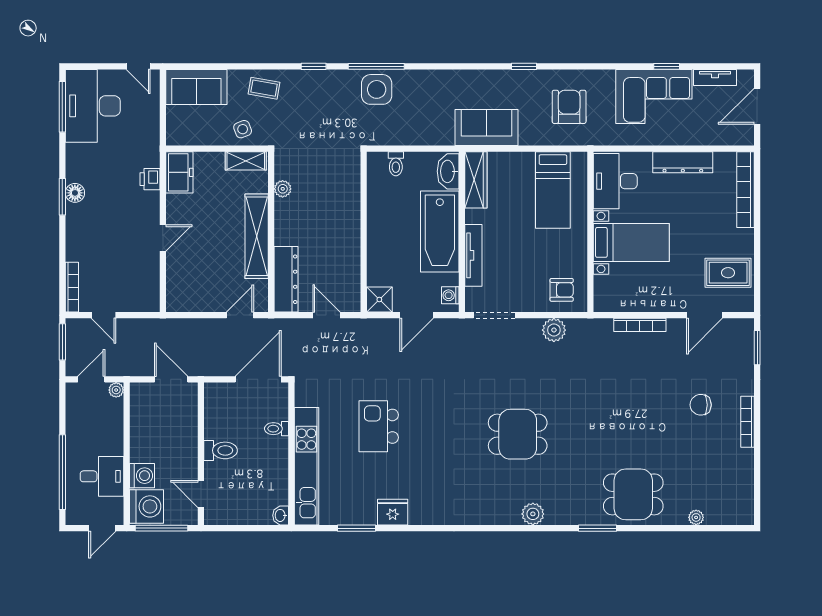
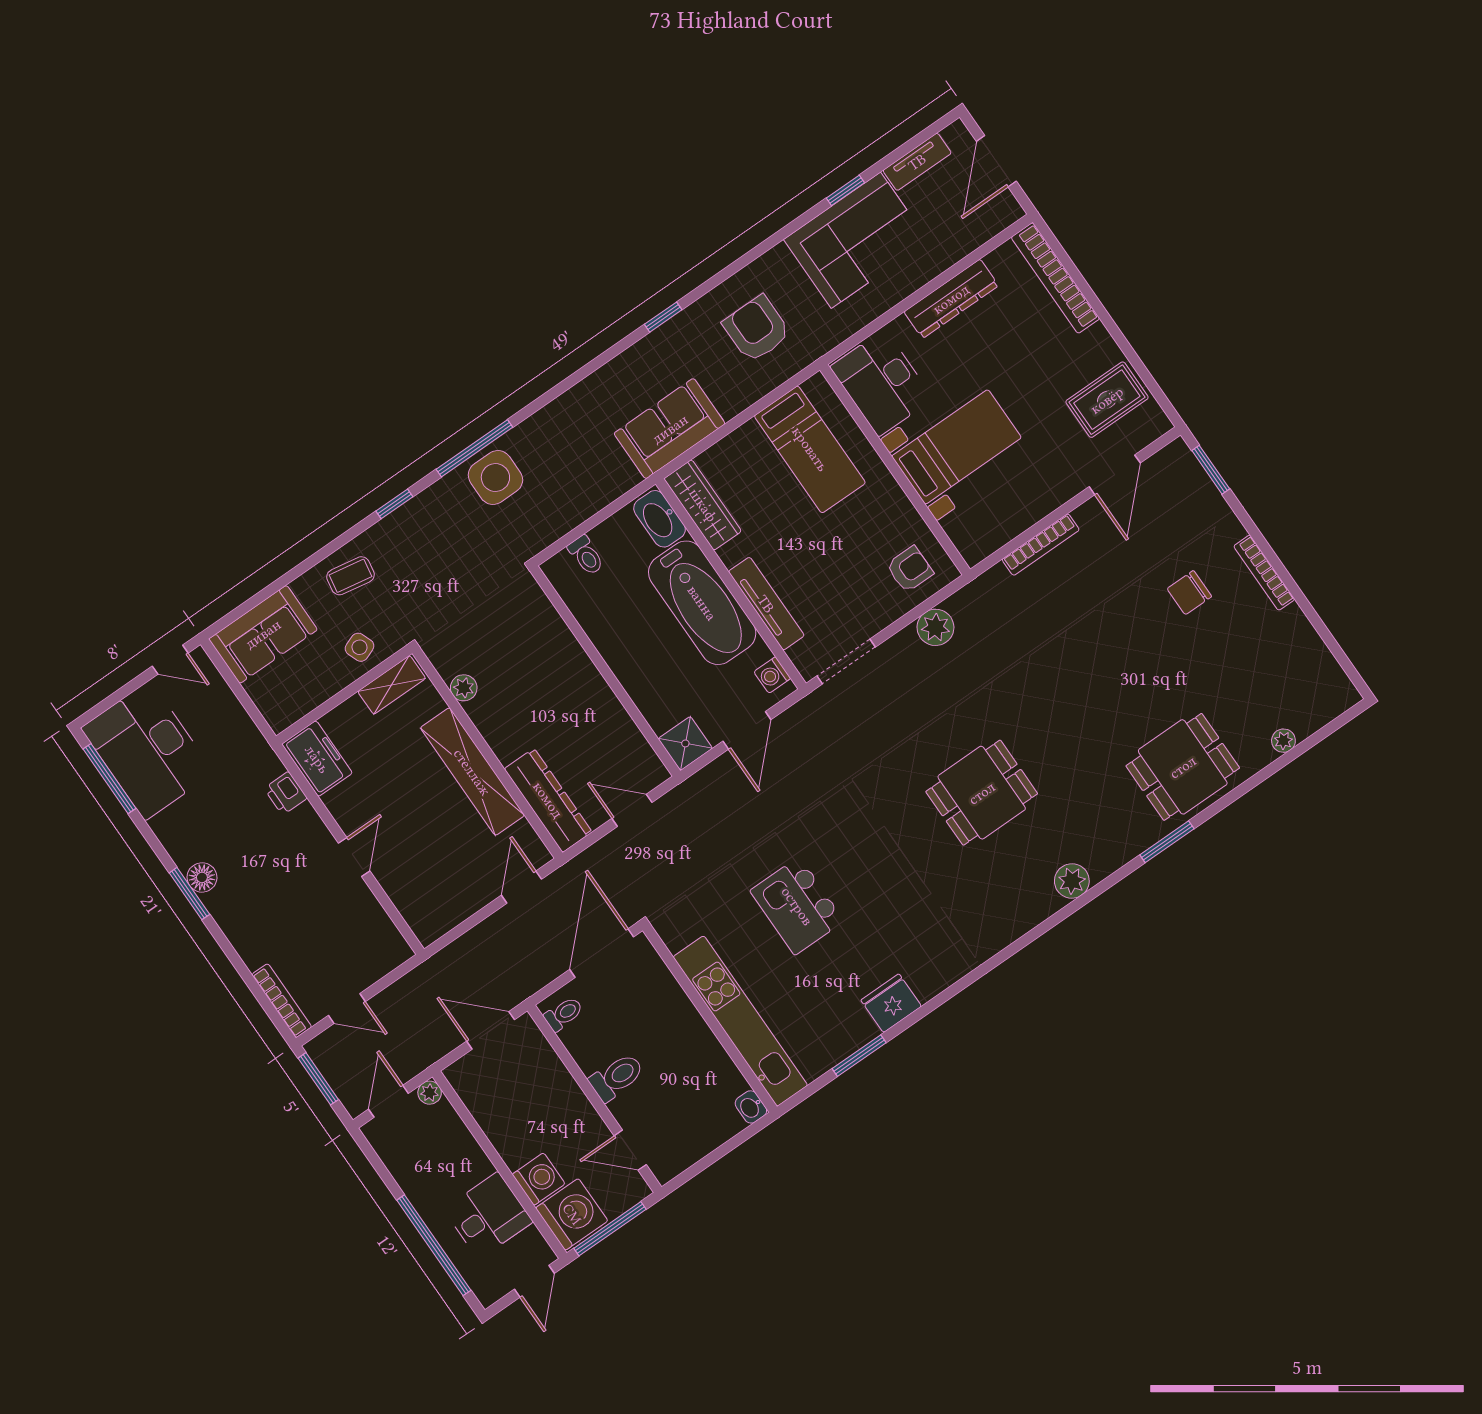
toilet: (276, 429) -> (564, 1014), moved, turned 180

